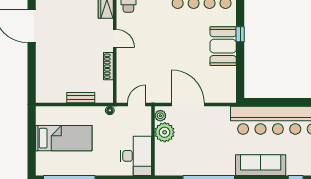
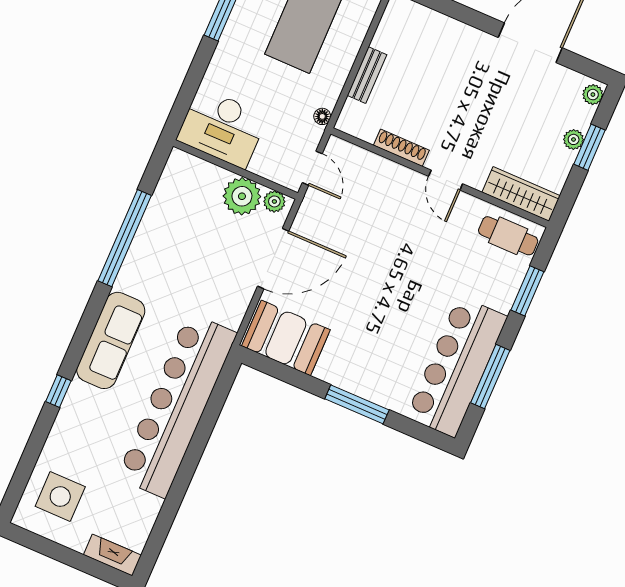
window: (240, 34) -> (357, 404), width x2.17
door: (115, 38) -> (446, 180), hinge flipped
booth: (223, 46) -> (286, 338), moved

